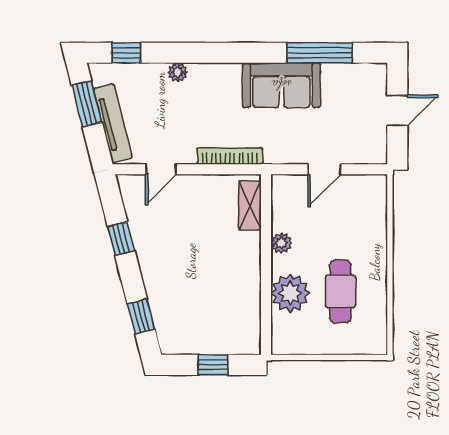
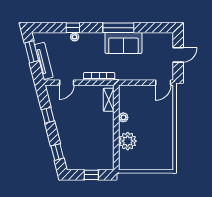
window: (126, 53) -> (73, 28), moved
window: (320, 53) -> (118, 28), moved
door: (324, 169) -> (163, 83), moved
cafe table: (340, 291) -> (151, 140), removed

